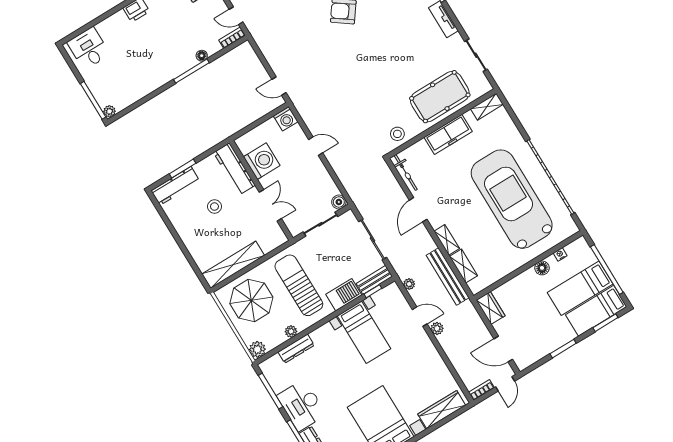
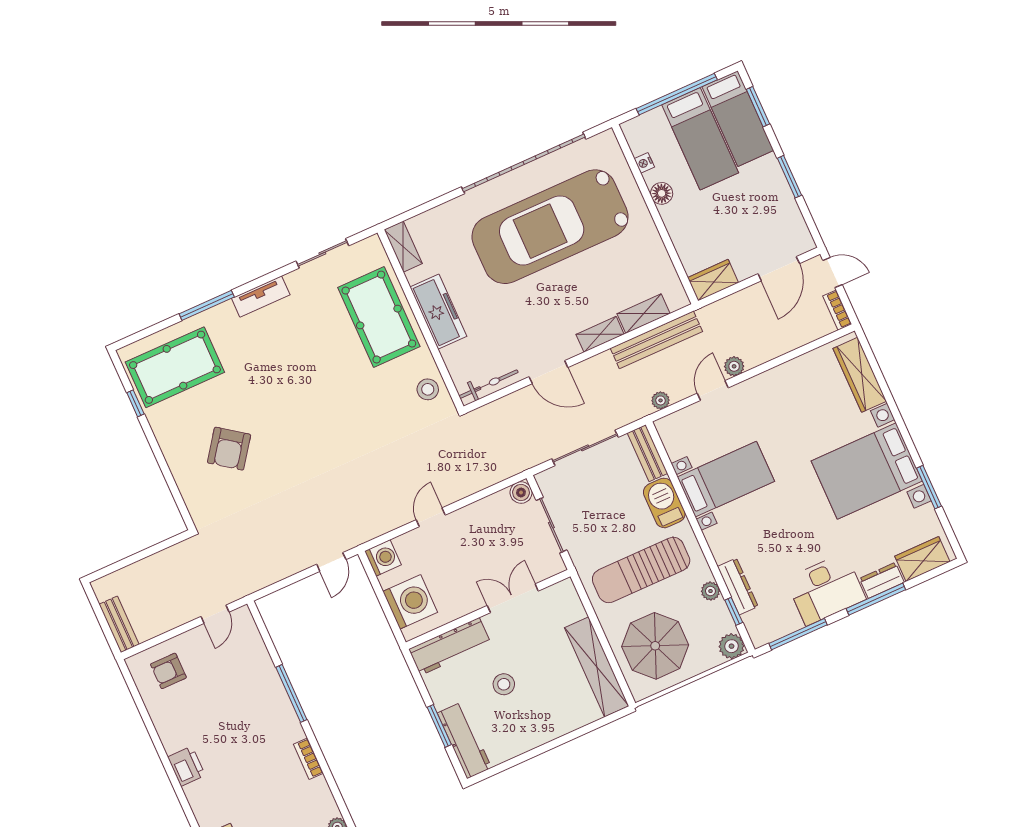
bookcase: (232, 38) -> (308, 759), moved
floor lamp: (202, 56) -> (270, 675), removed
washing machine: (262, 161) -> (410, 602), moved, turned 90
window: (373, 291) -> (734, 611), moved

